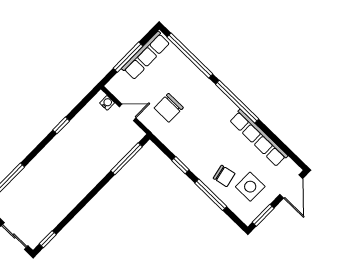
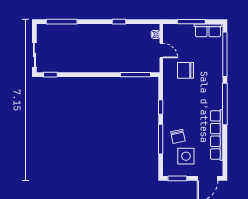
row of seats: (146, 56) -> (208, 30), width x0.68

